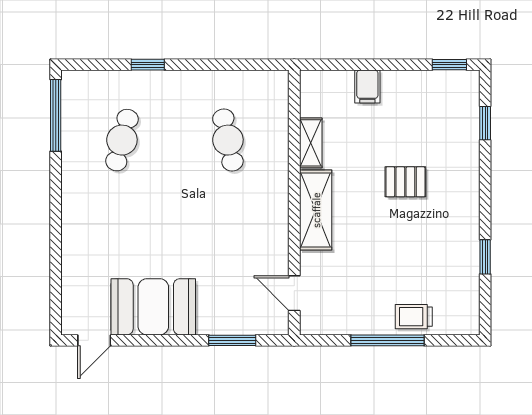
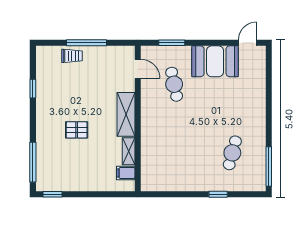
filing cabinet: (367, 87) -> (126, 173), moved, turned -90
window: (485, 123) -> (33, 162), width x2.17
cafe table: (228, 140) -> (174, 84), moved

